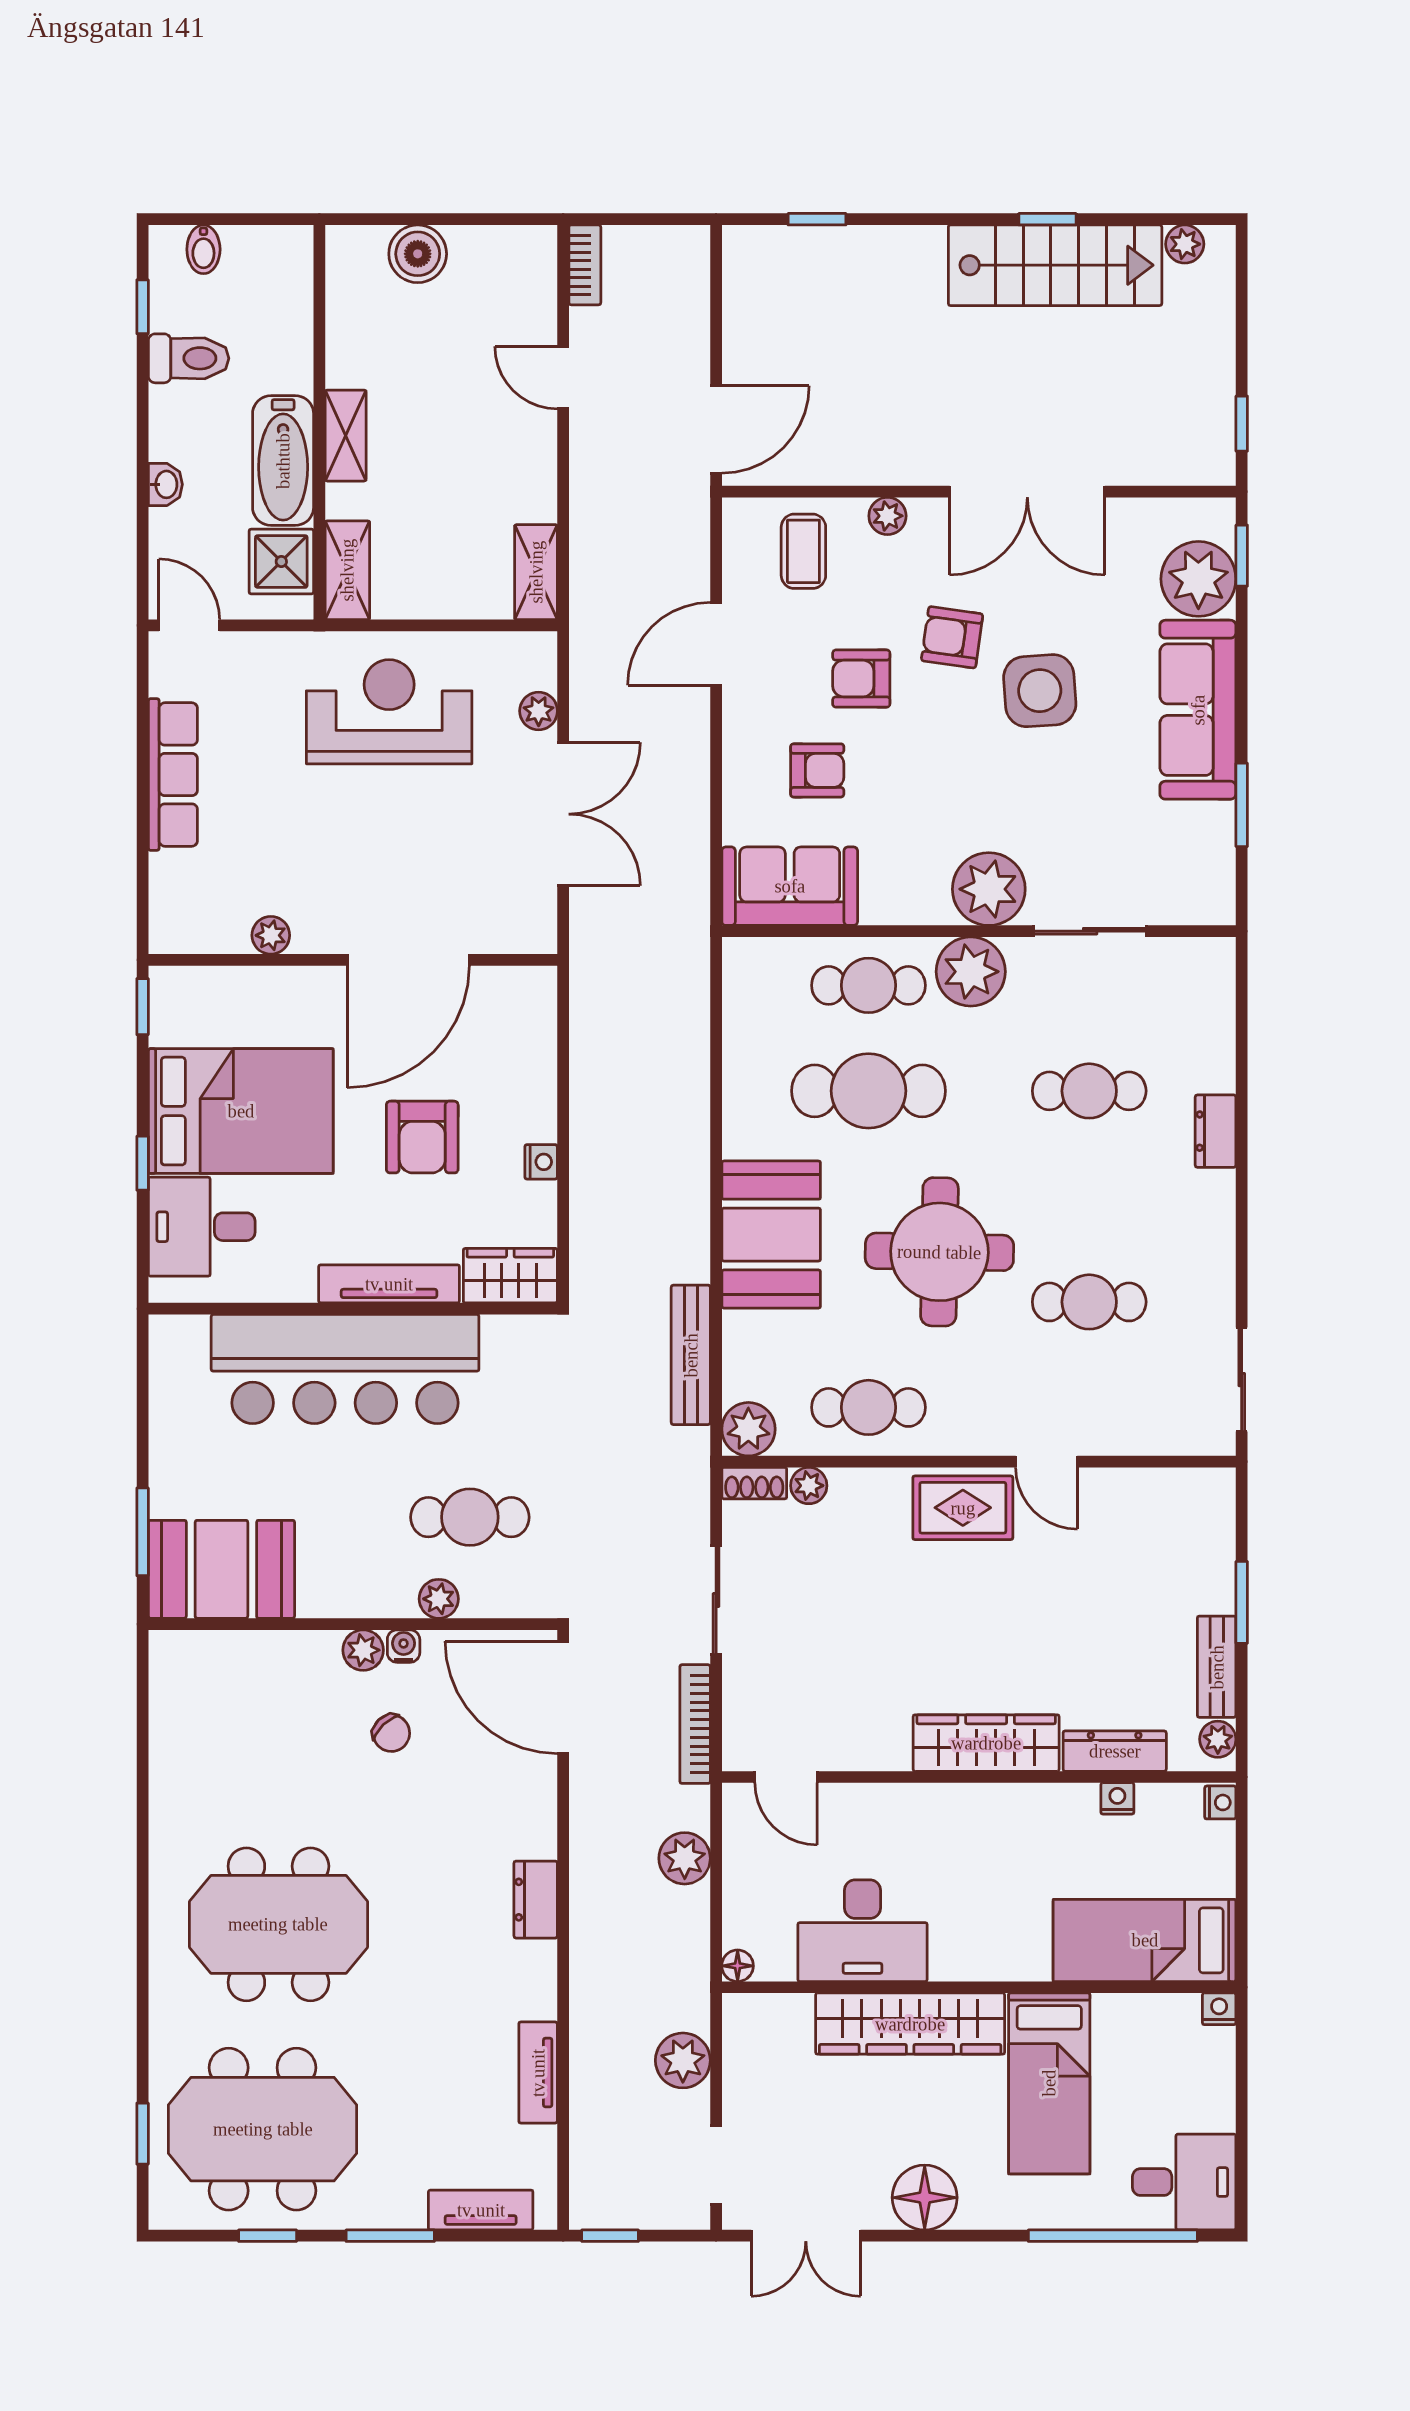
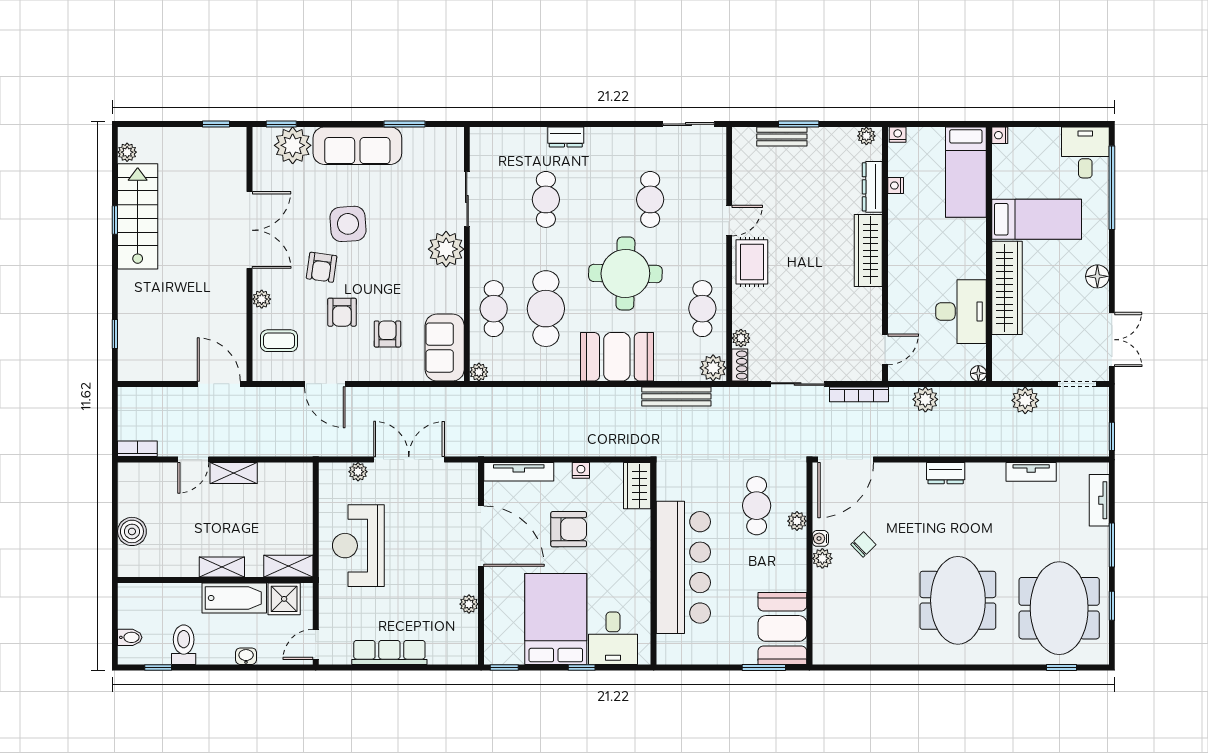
shelving: (536, 572) -> (234, 473), moved
plant: (971, 972) -> (479, 372), moved, width x0.53, depth x0.53
tv unit: (389, 1284) -> (519, 472), moved, turned -90
bench: (1217, 1667) -> (782, 136), moved
floor lamp: (925, 2198) -> (1097, 276), width x0.73, depth x0.73

